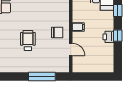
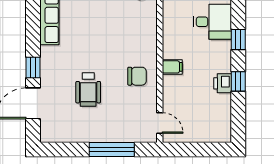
wheelchair: (28, 40) -> (88, 90), turned 180
door: (71, 50) -> (160, 123), moved

